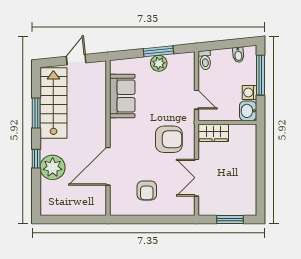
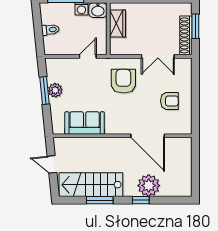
bidet: (238, 55) -> (48, 19), removed
toilet: (205, 60) -> (50, 30), moved
wardrobe: (213, 133) -> (118, 24), moved
shoe rack: (220, 209) -> (186, 35), added

